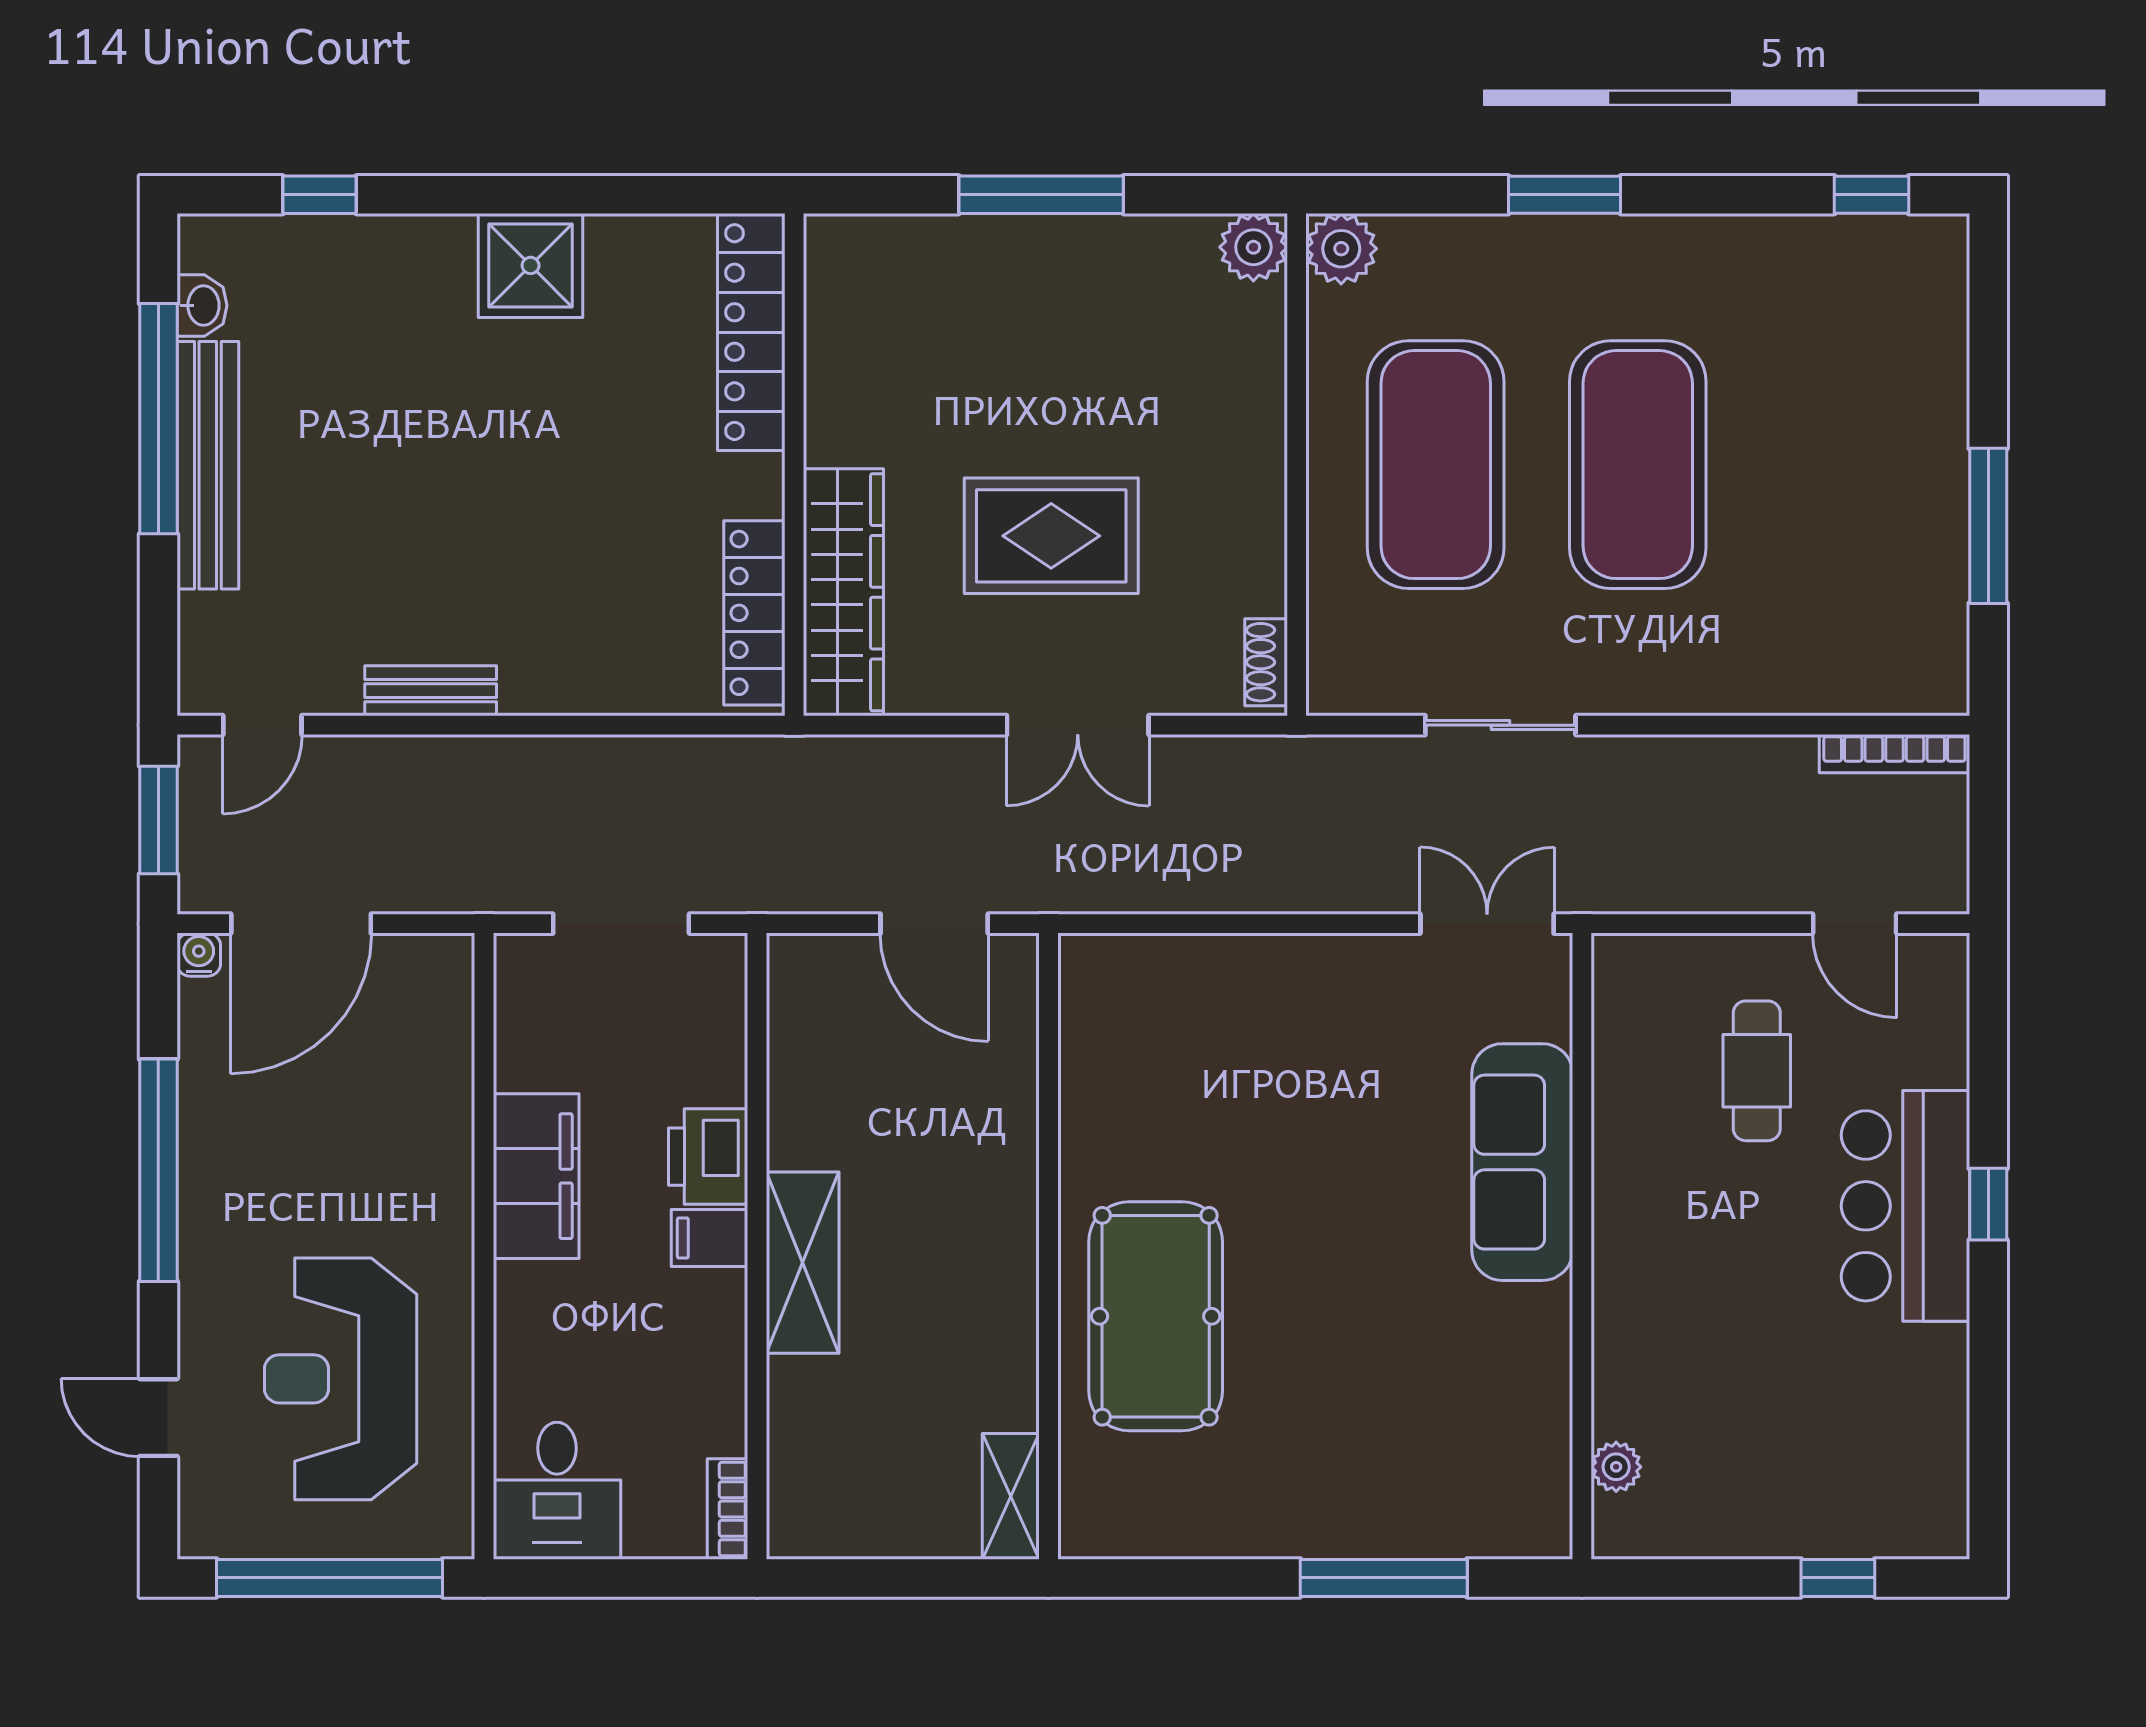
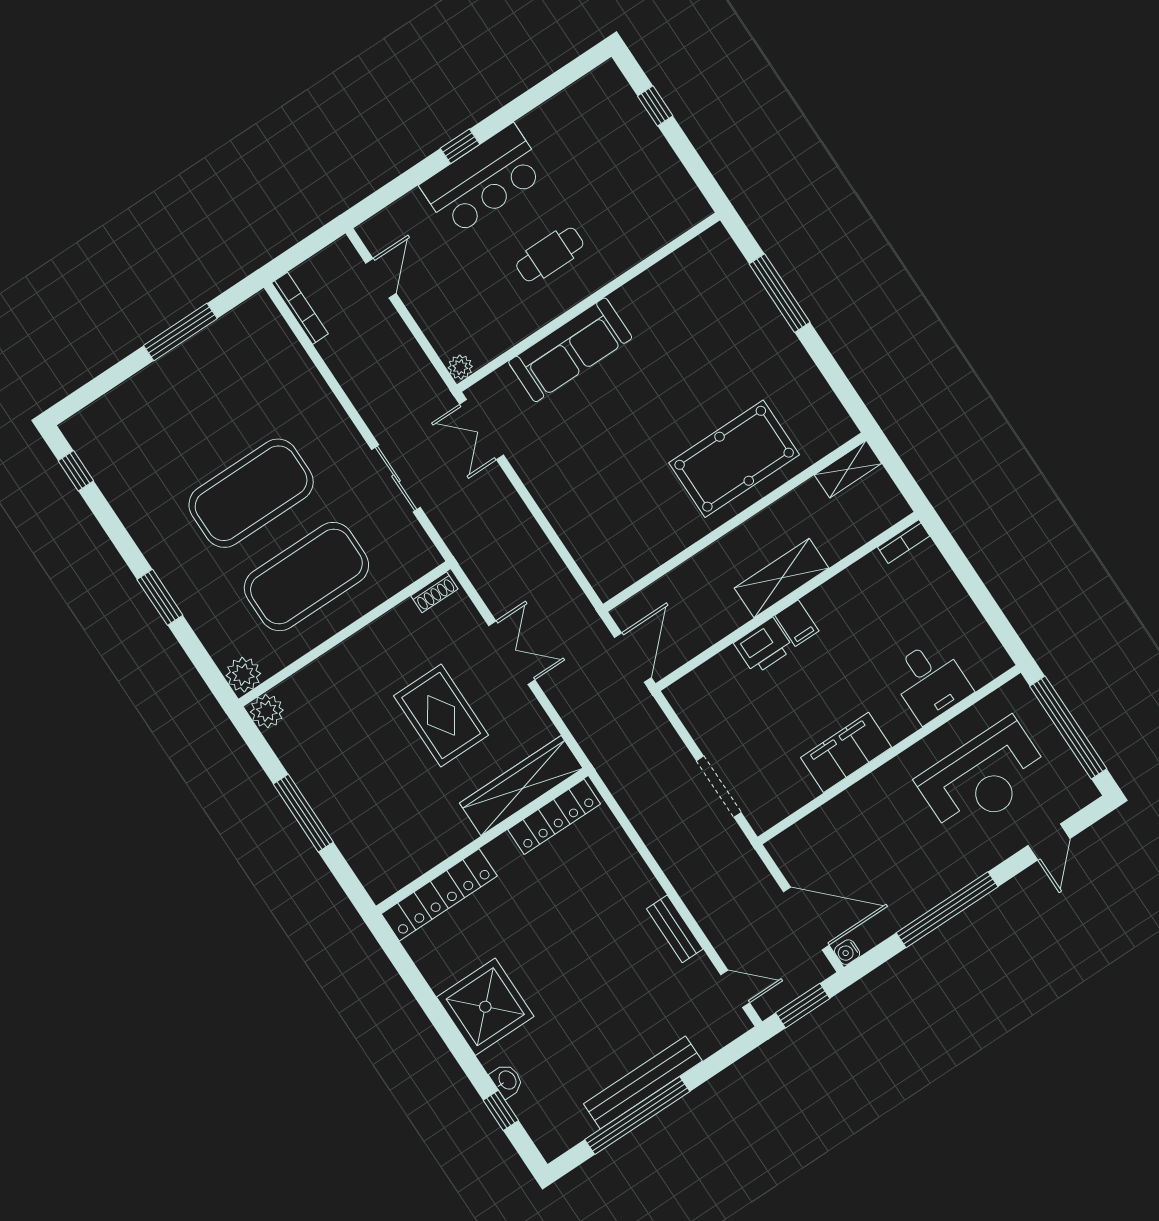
shower: (531, 265) -> (485, 1007), width x1.37, depth x1.37
washbasin: (202, 305) -> (507, 1080), moved, turned 90
cafe table: (1757, 1071) -> (550, 254), moved
printer: (708, 1157) -> (764, 646), moved
filing cabinet: (710, 1238) -> (797, 623), moved
wall: (757, 1246) -> (787, 601), moved
shelving: (803, 1263) -> (782, 578), moved
plant: (1616, 1467) -> (460, 367), moved
desk: (557, 1491) -> (930, 681), moved, turned 90
bookcase: (728, 1509) -> (904, 542), moved

